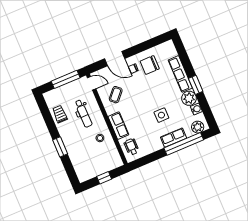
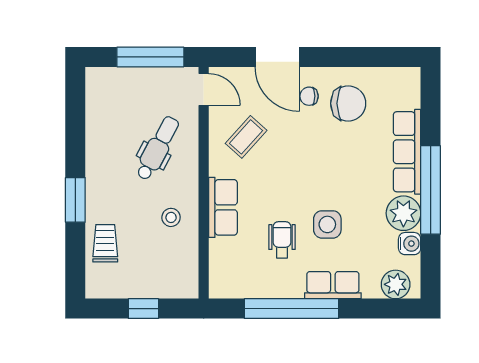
chair: (150, 65) -> (348, 103), turned 180
window: (196, 85) -> (431, 190), width x2.11
dental chair: (83, 113) -> (158, 148), turned -151
trolley: (60, 114) -> (105, 243), moved
window: (184, 144) -> (292, 309), moved
wheelchair: (131, 147) -> (282, 240), moved

